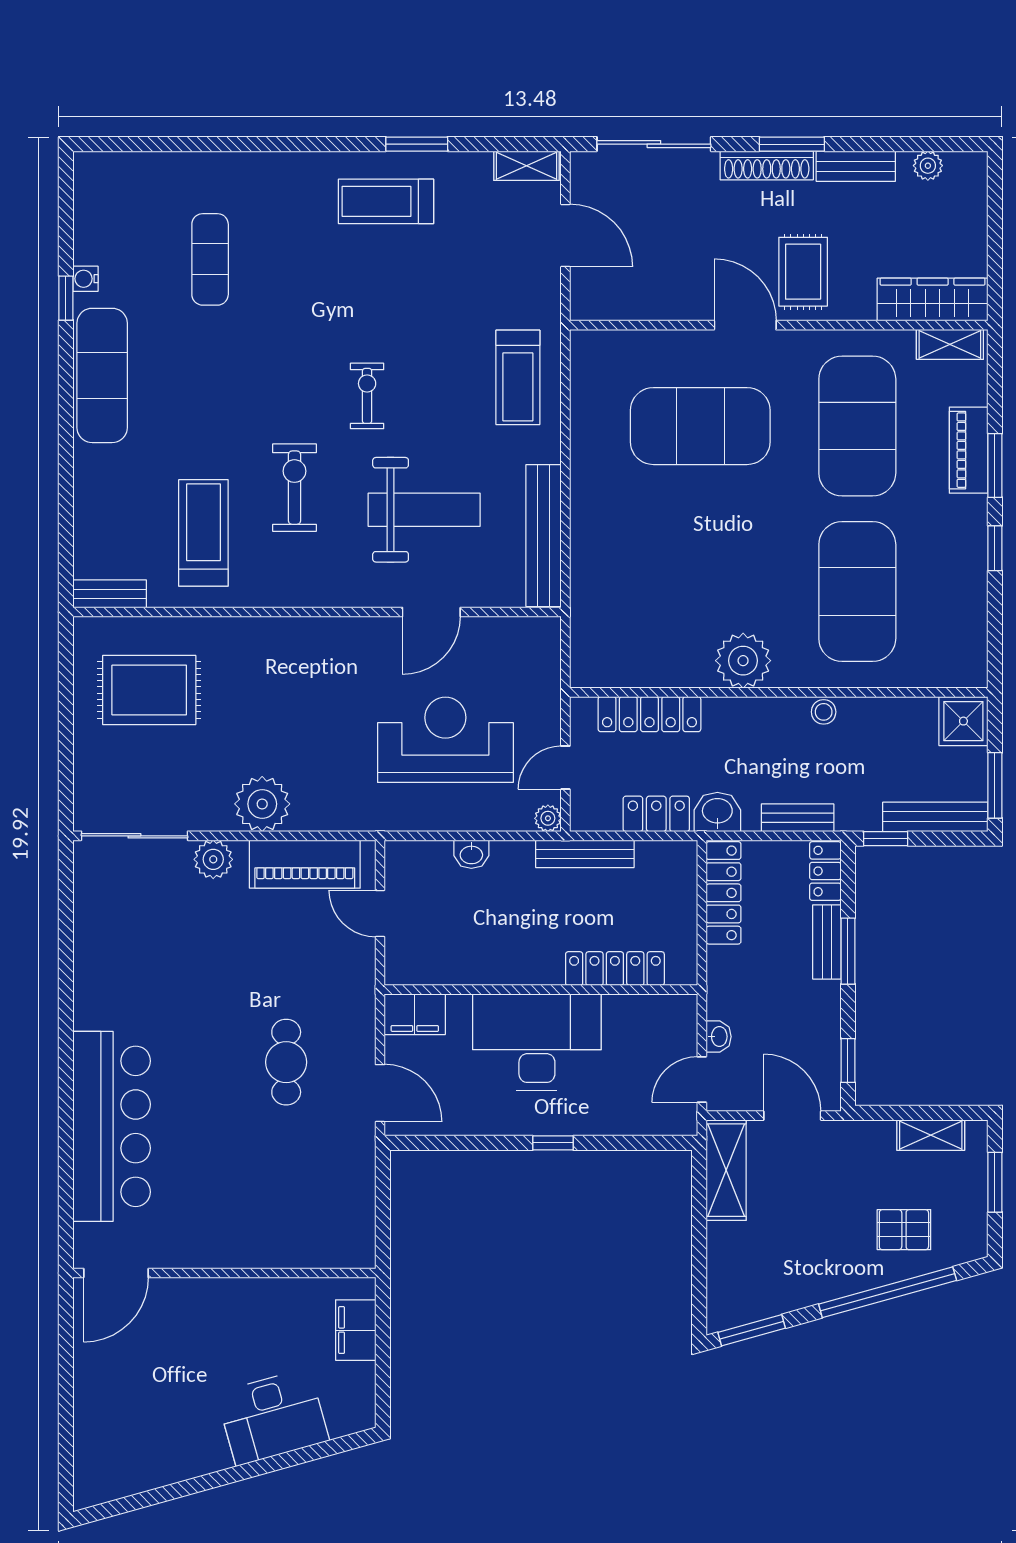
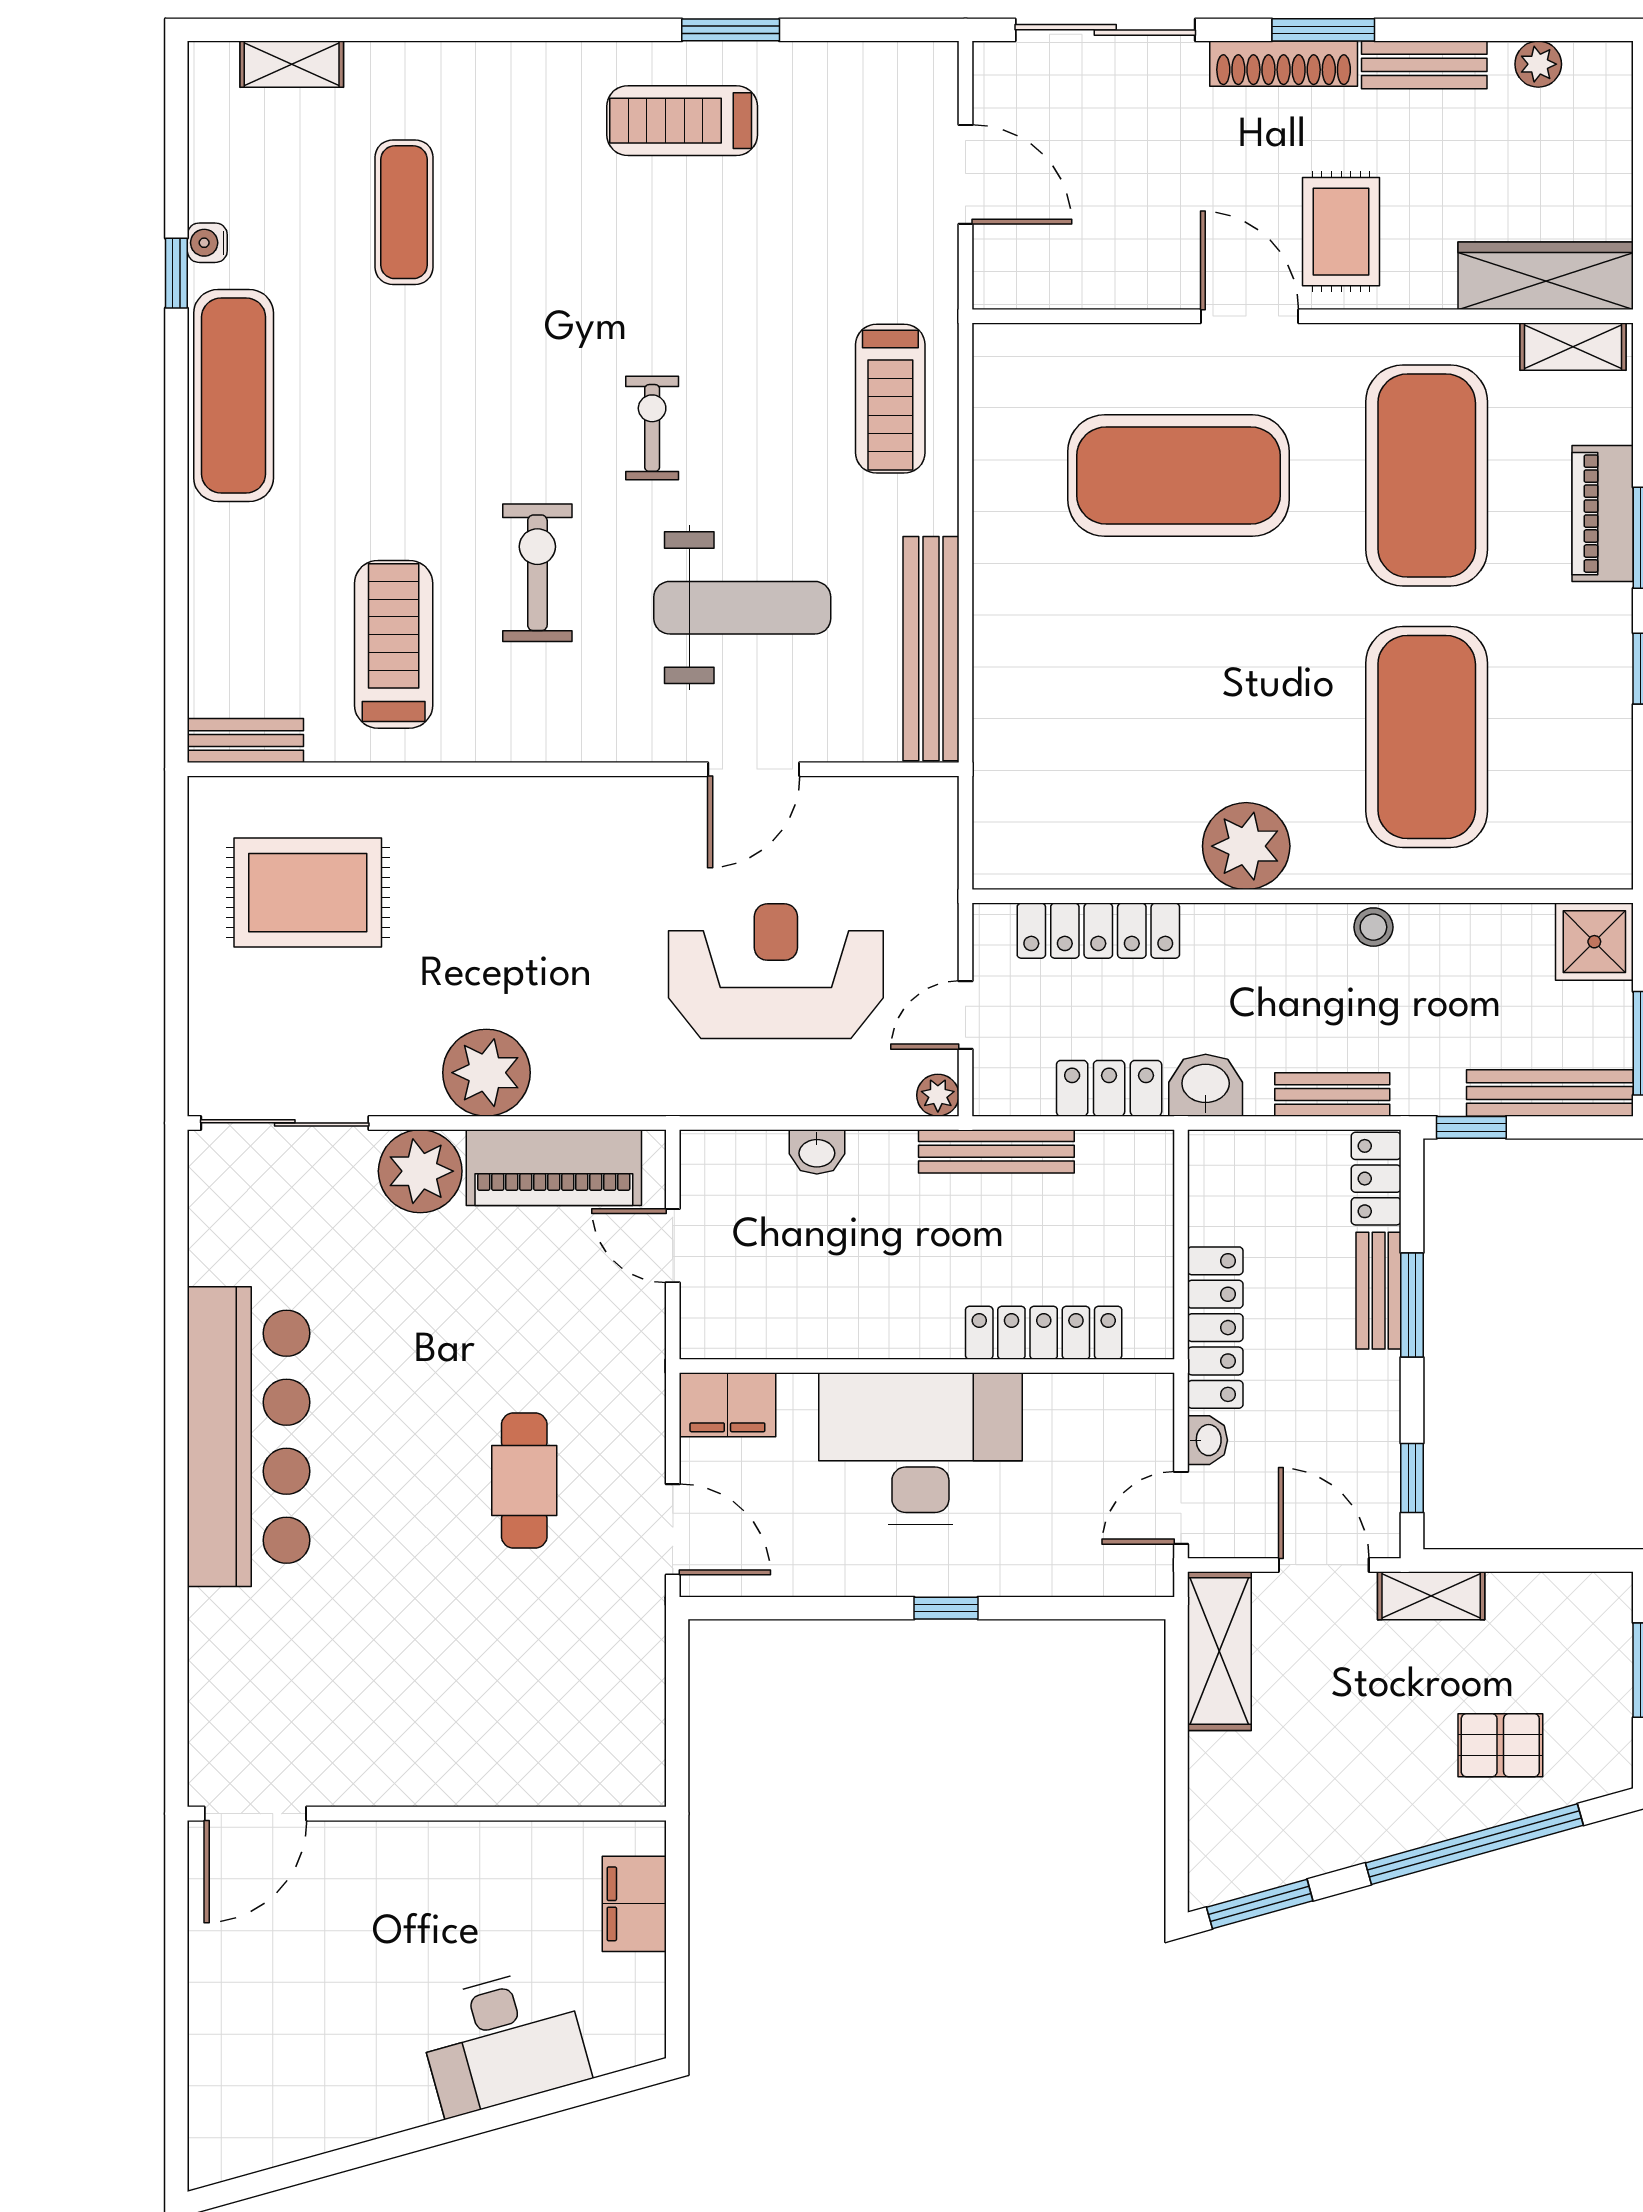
shelving: (526, 166) -> (292, 64), moved
plant: (213, 859) -> (420, 1171), width x1.36, depth x1.36
locker: (723, 893) -> (1215, 1328), moved
bar counter: (112, 1126) -> (249, 1437), moved
shelving: (931, 1135) -> (1431, 1596), moved

